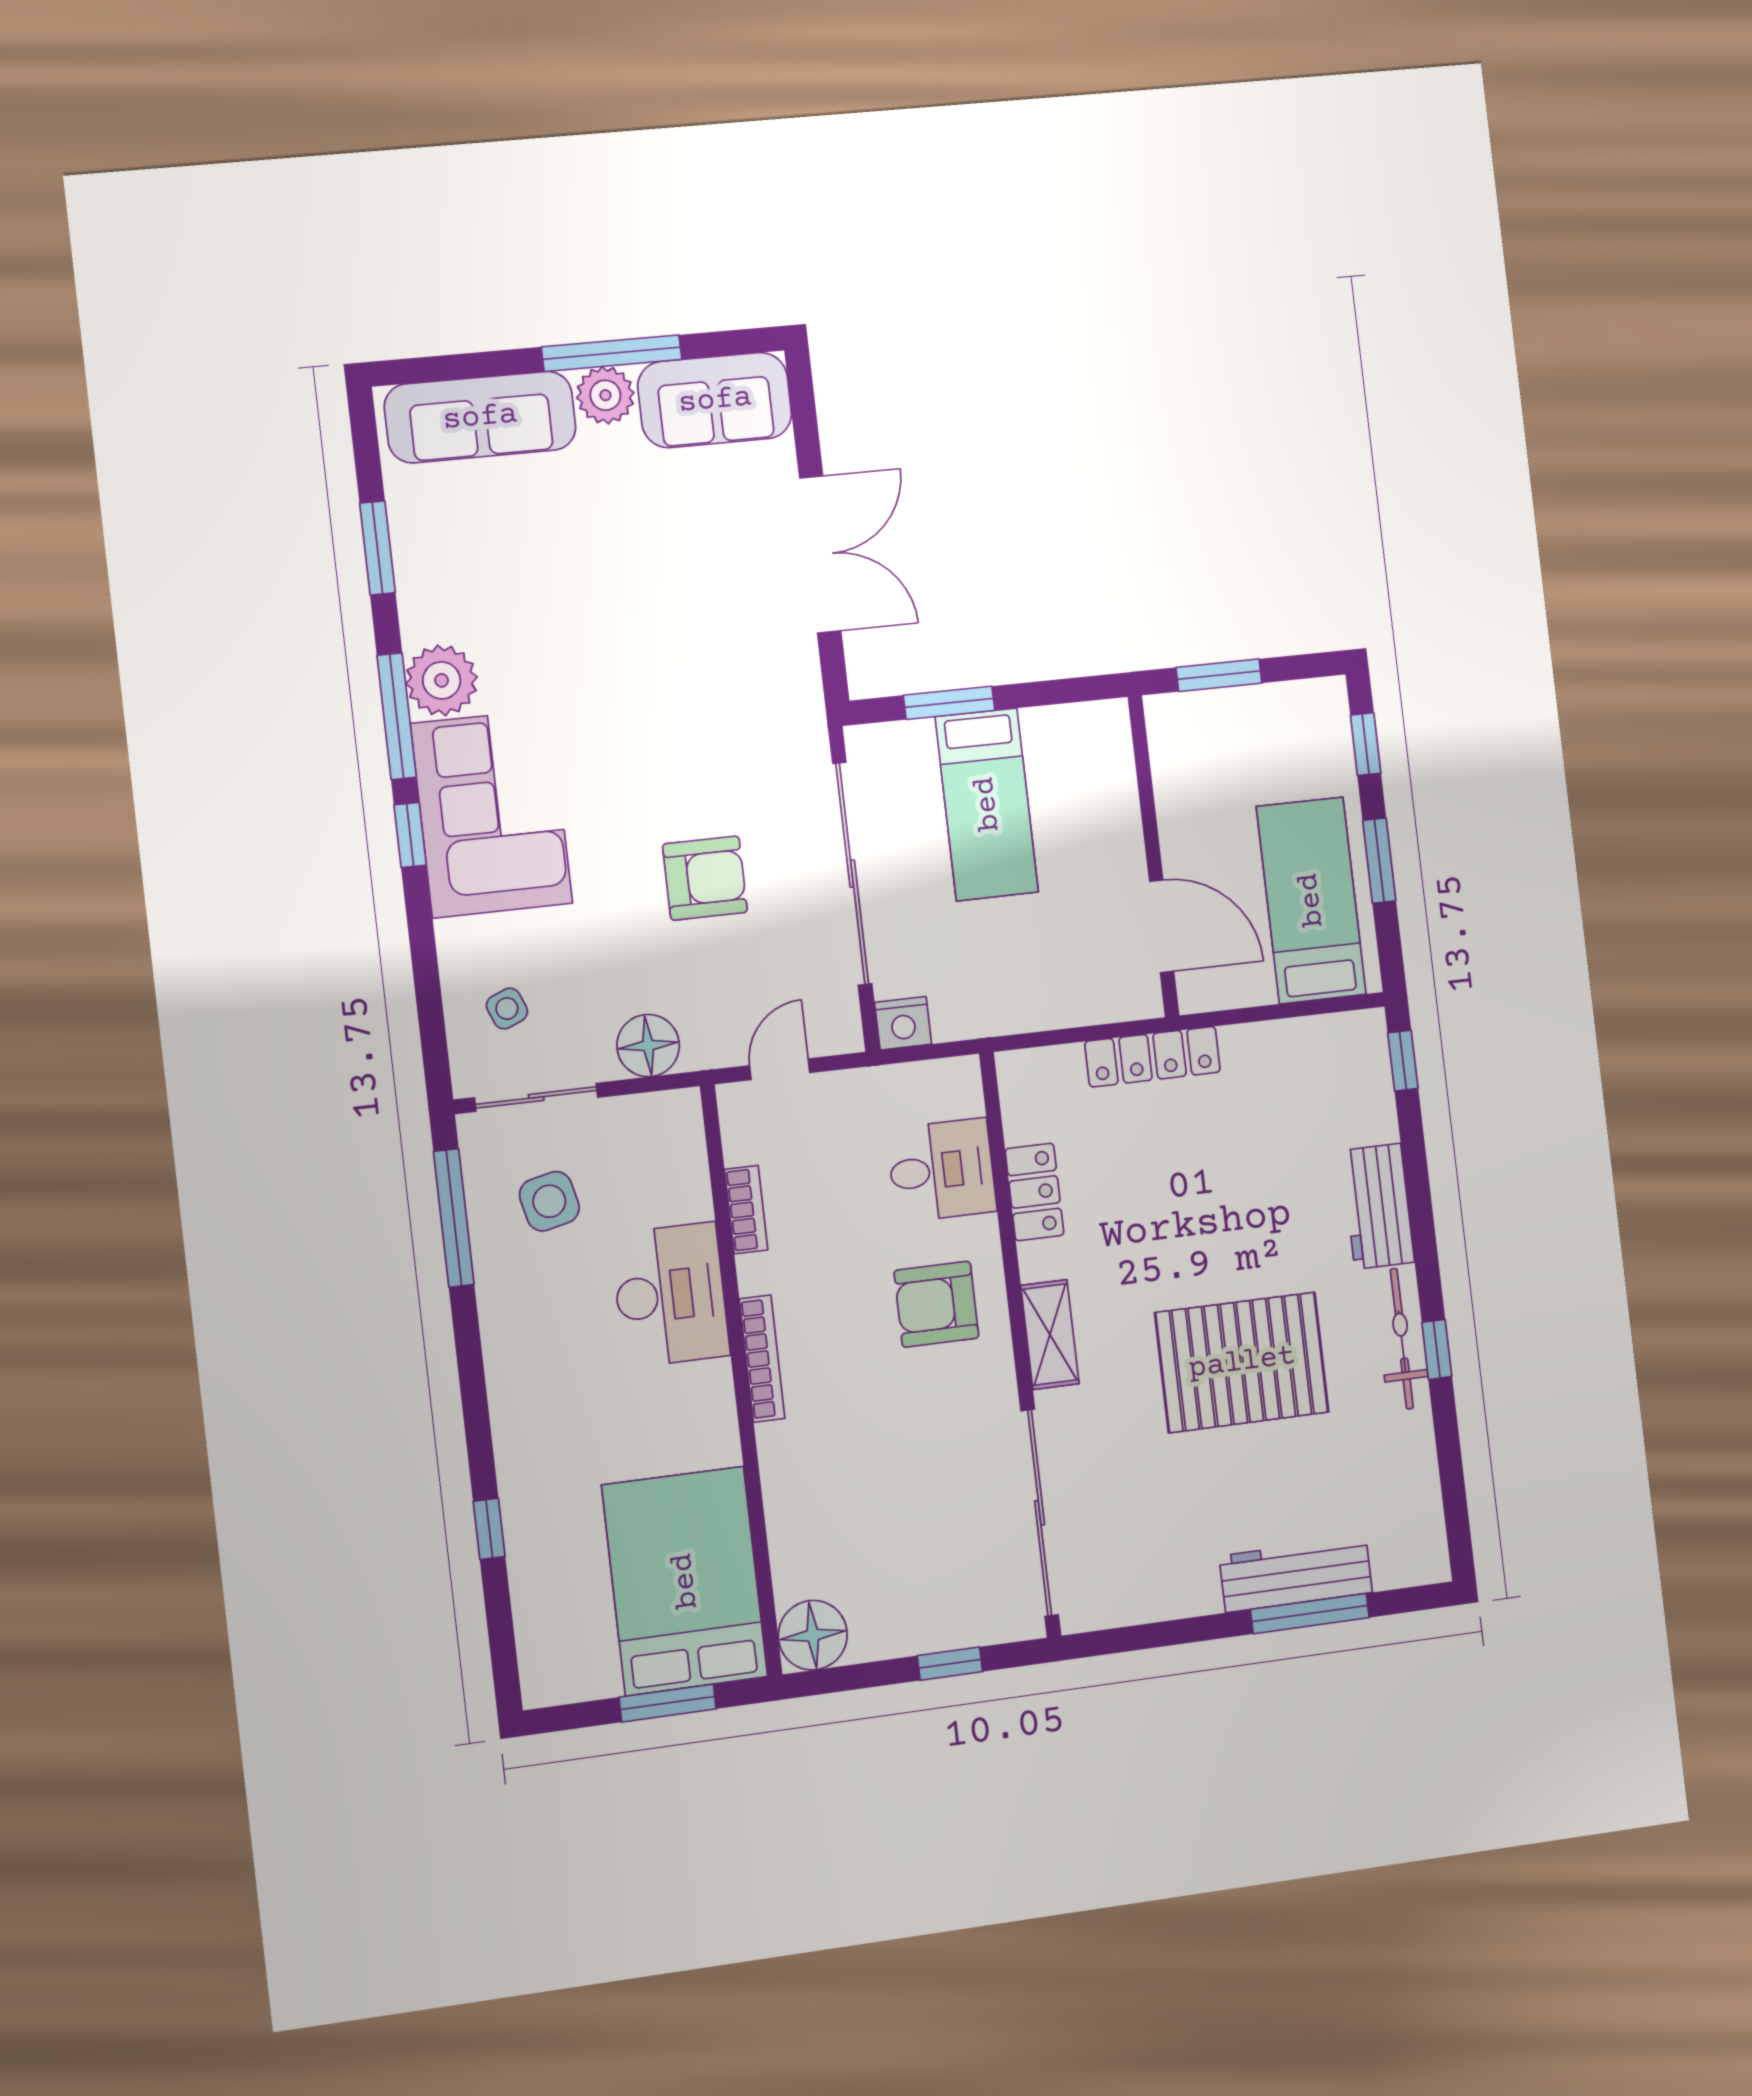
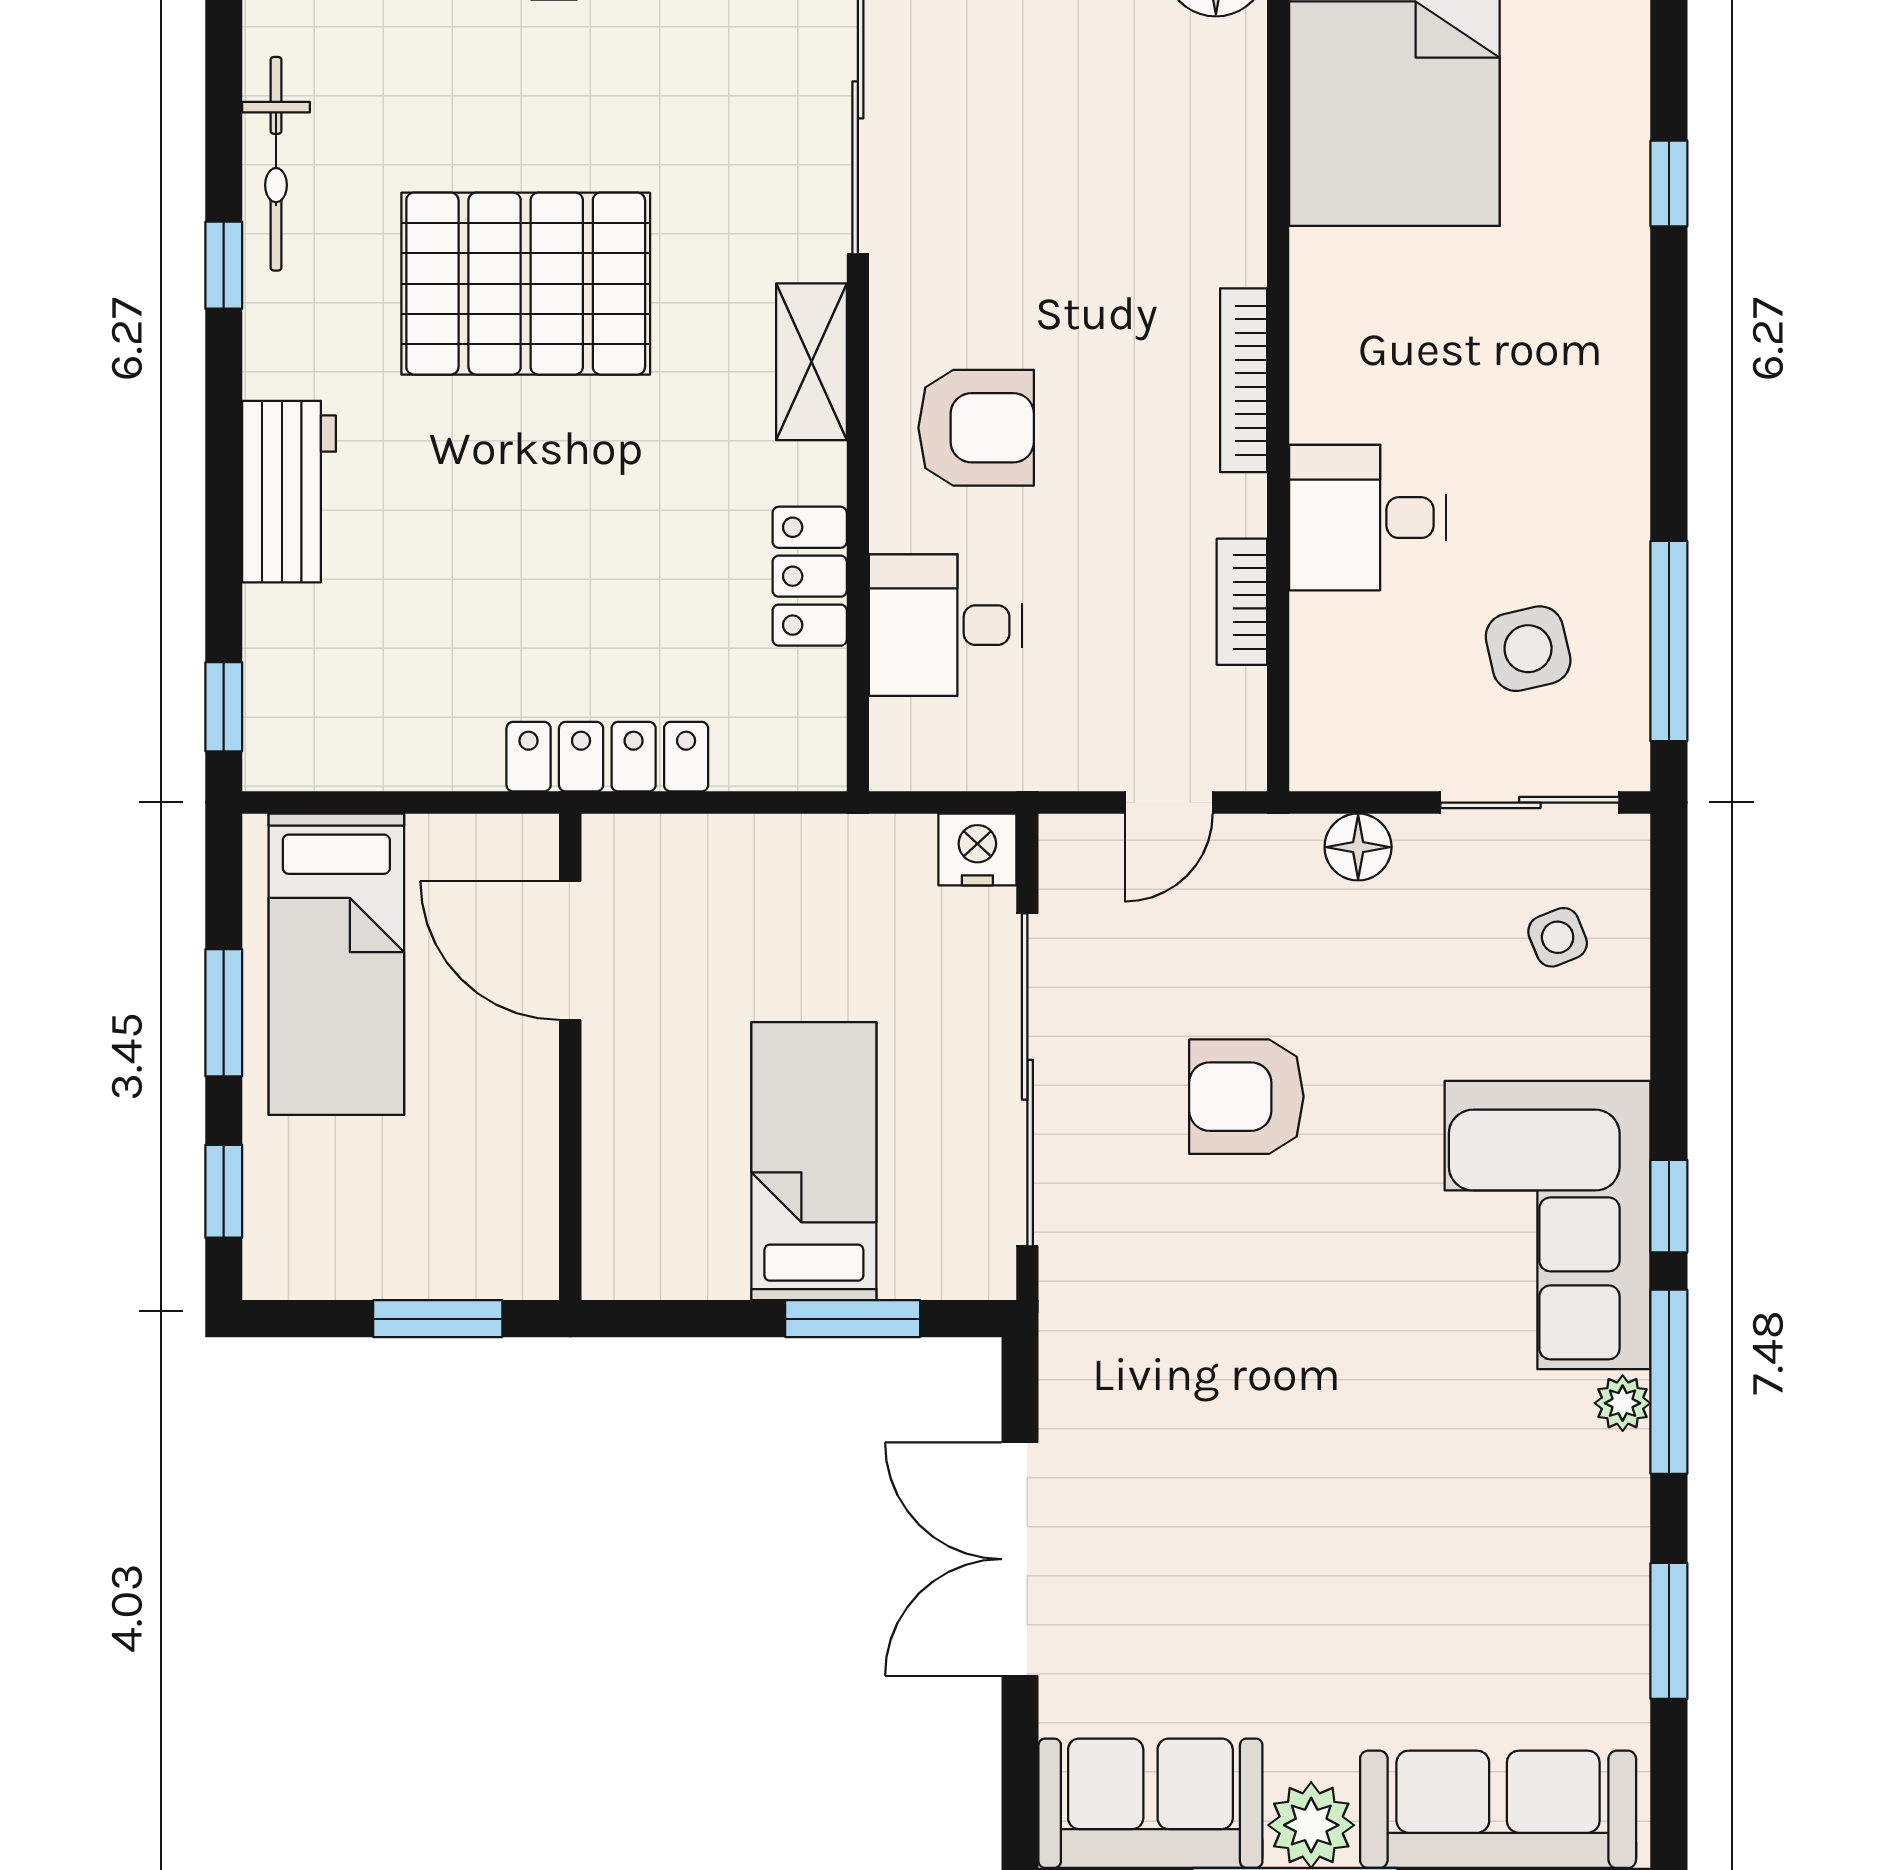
plant: (442, 680) -> (1623, 1403), width x0.53, depth x0.53
floor lamp: (648, 1046) -> (1358, 847), width x0.73, depth x0.73
desk: (670, 1295) -> (1368, 518), width x0.73
bicycle: (1402, 1339) -> (276, 164), moved

